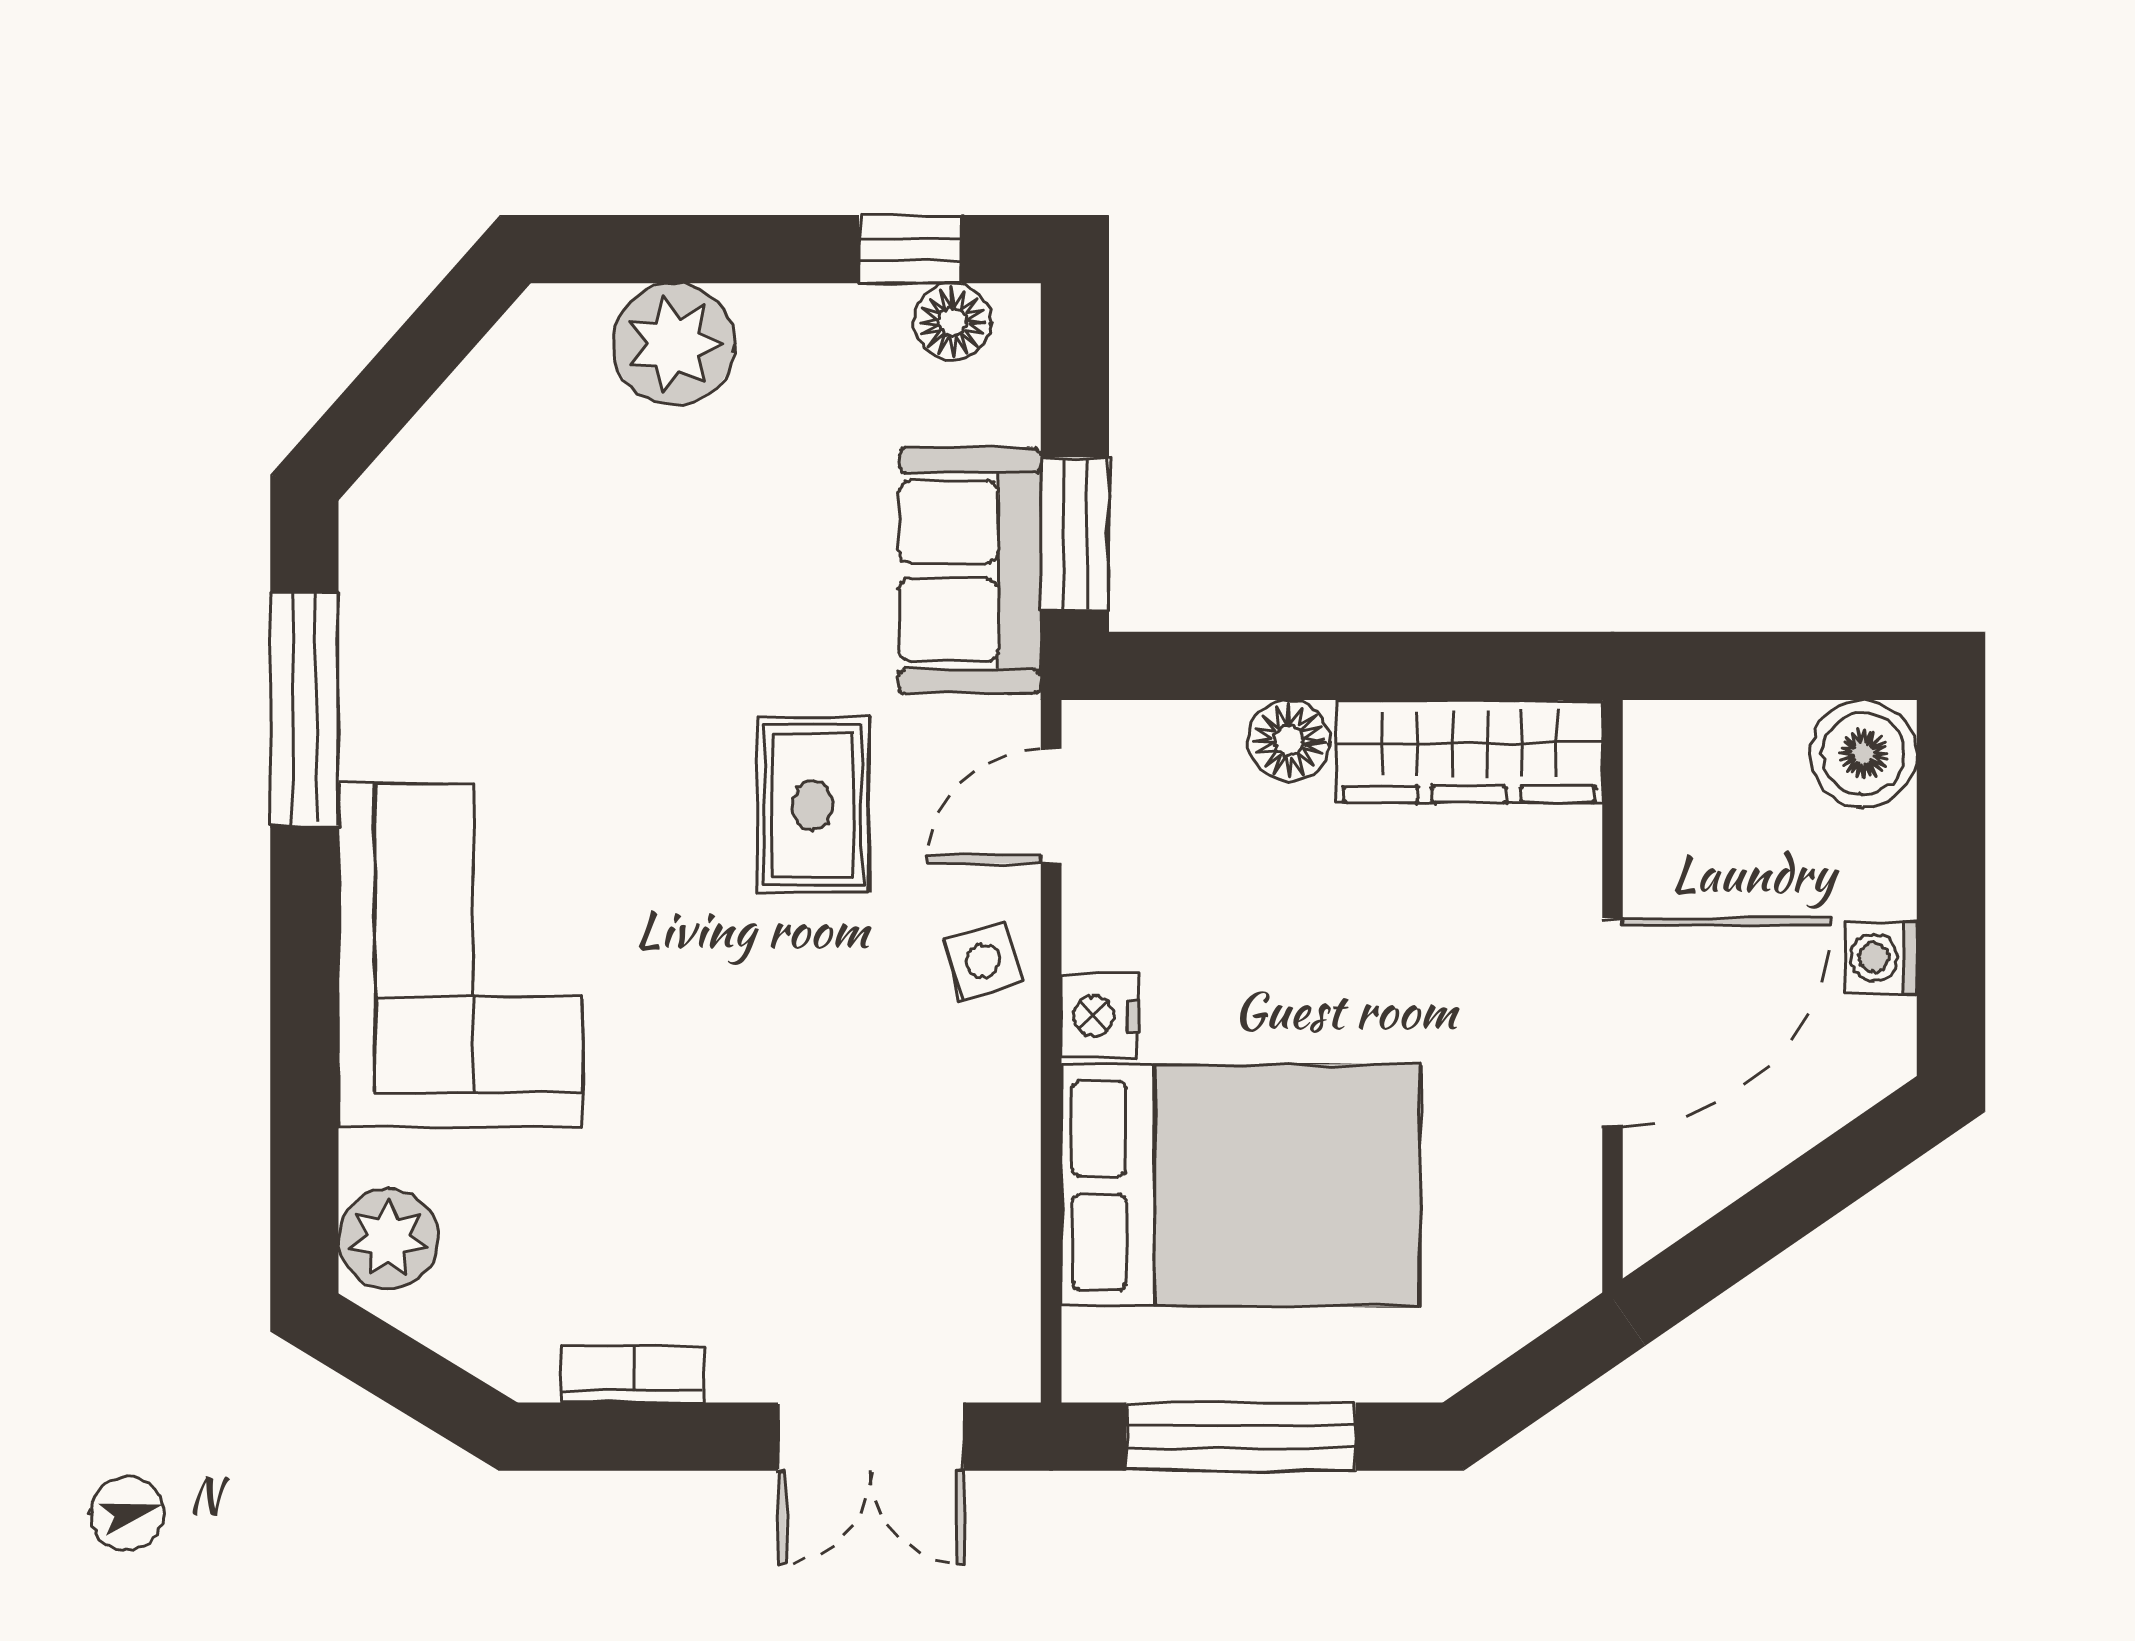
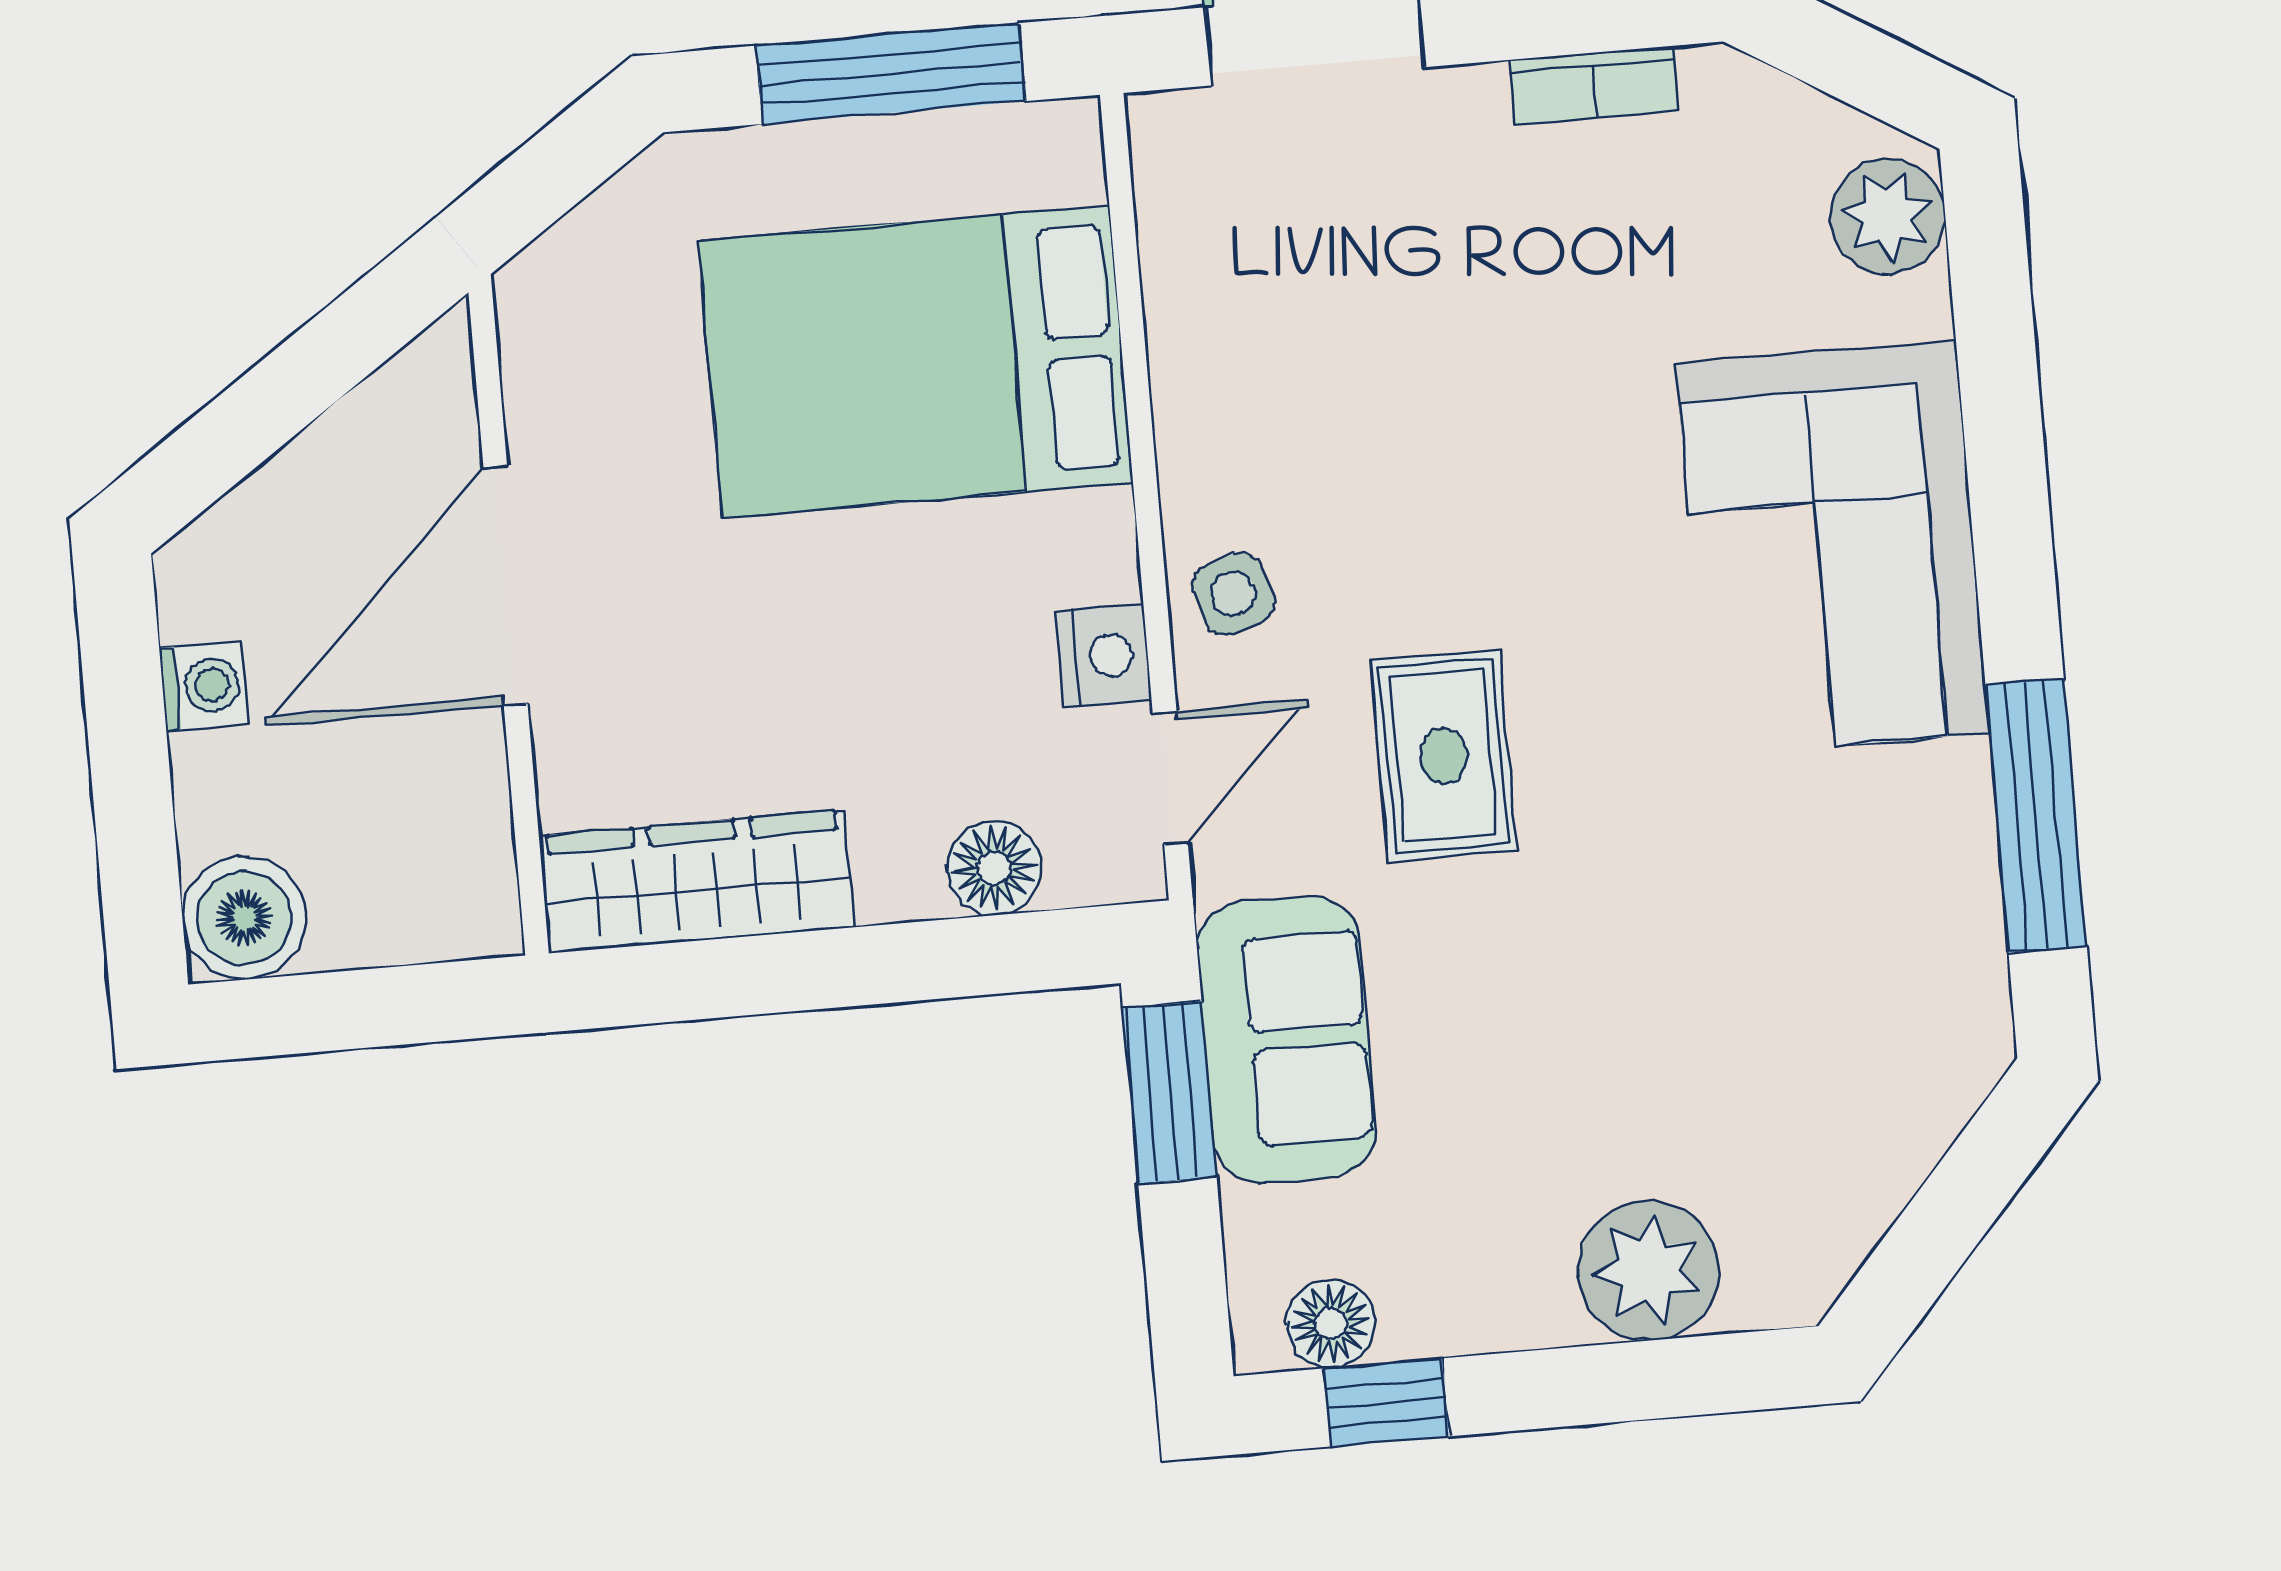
floor lamp: (1289, 741) -> (994, 868), moved
nightstand: (1100, 1016) -> (1104, 656), moved

